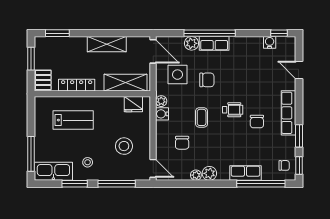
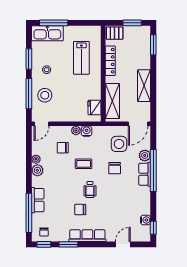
plant: (161, 101) -> (76, 130), moved
stool: (124, 146) -> (45, 95), moved
kitchen sink: (53, 171) -> (47, 33), moved, turned 90

